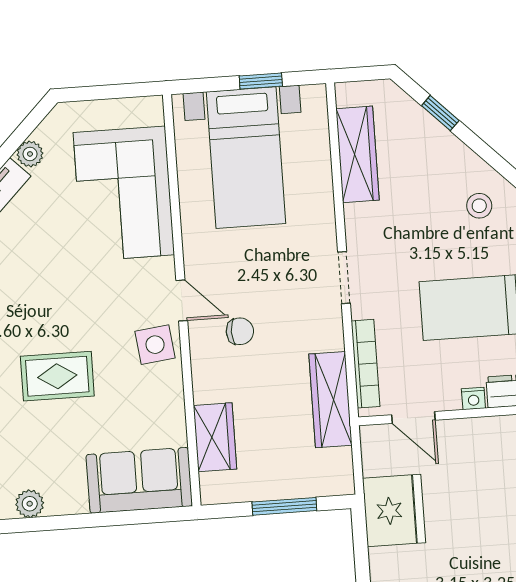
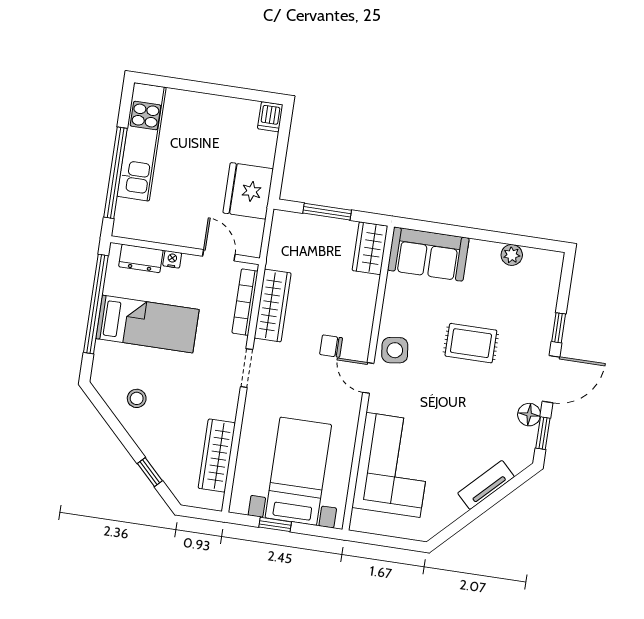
plant: (30, 154) -> (455, 509), removed
wardrobe: (331, 400) -> (273, 306), moved
wardrobe: (215, 437) -> (370, 248), moved

